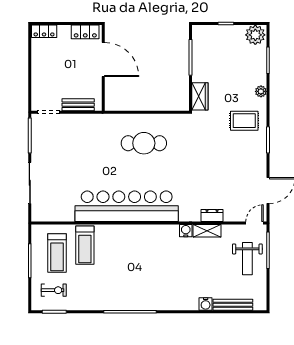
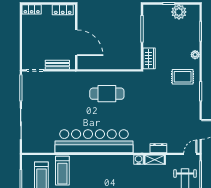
plant: (255, 35) -> (179, 12), moved
door: (103, 59) -> (76, 43), moved

